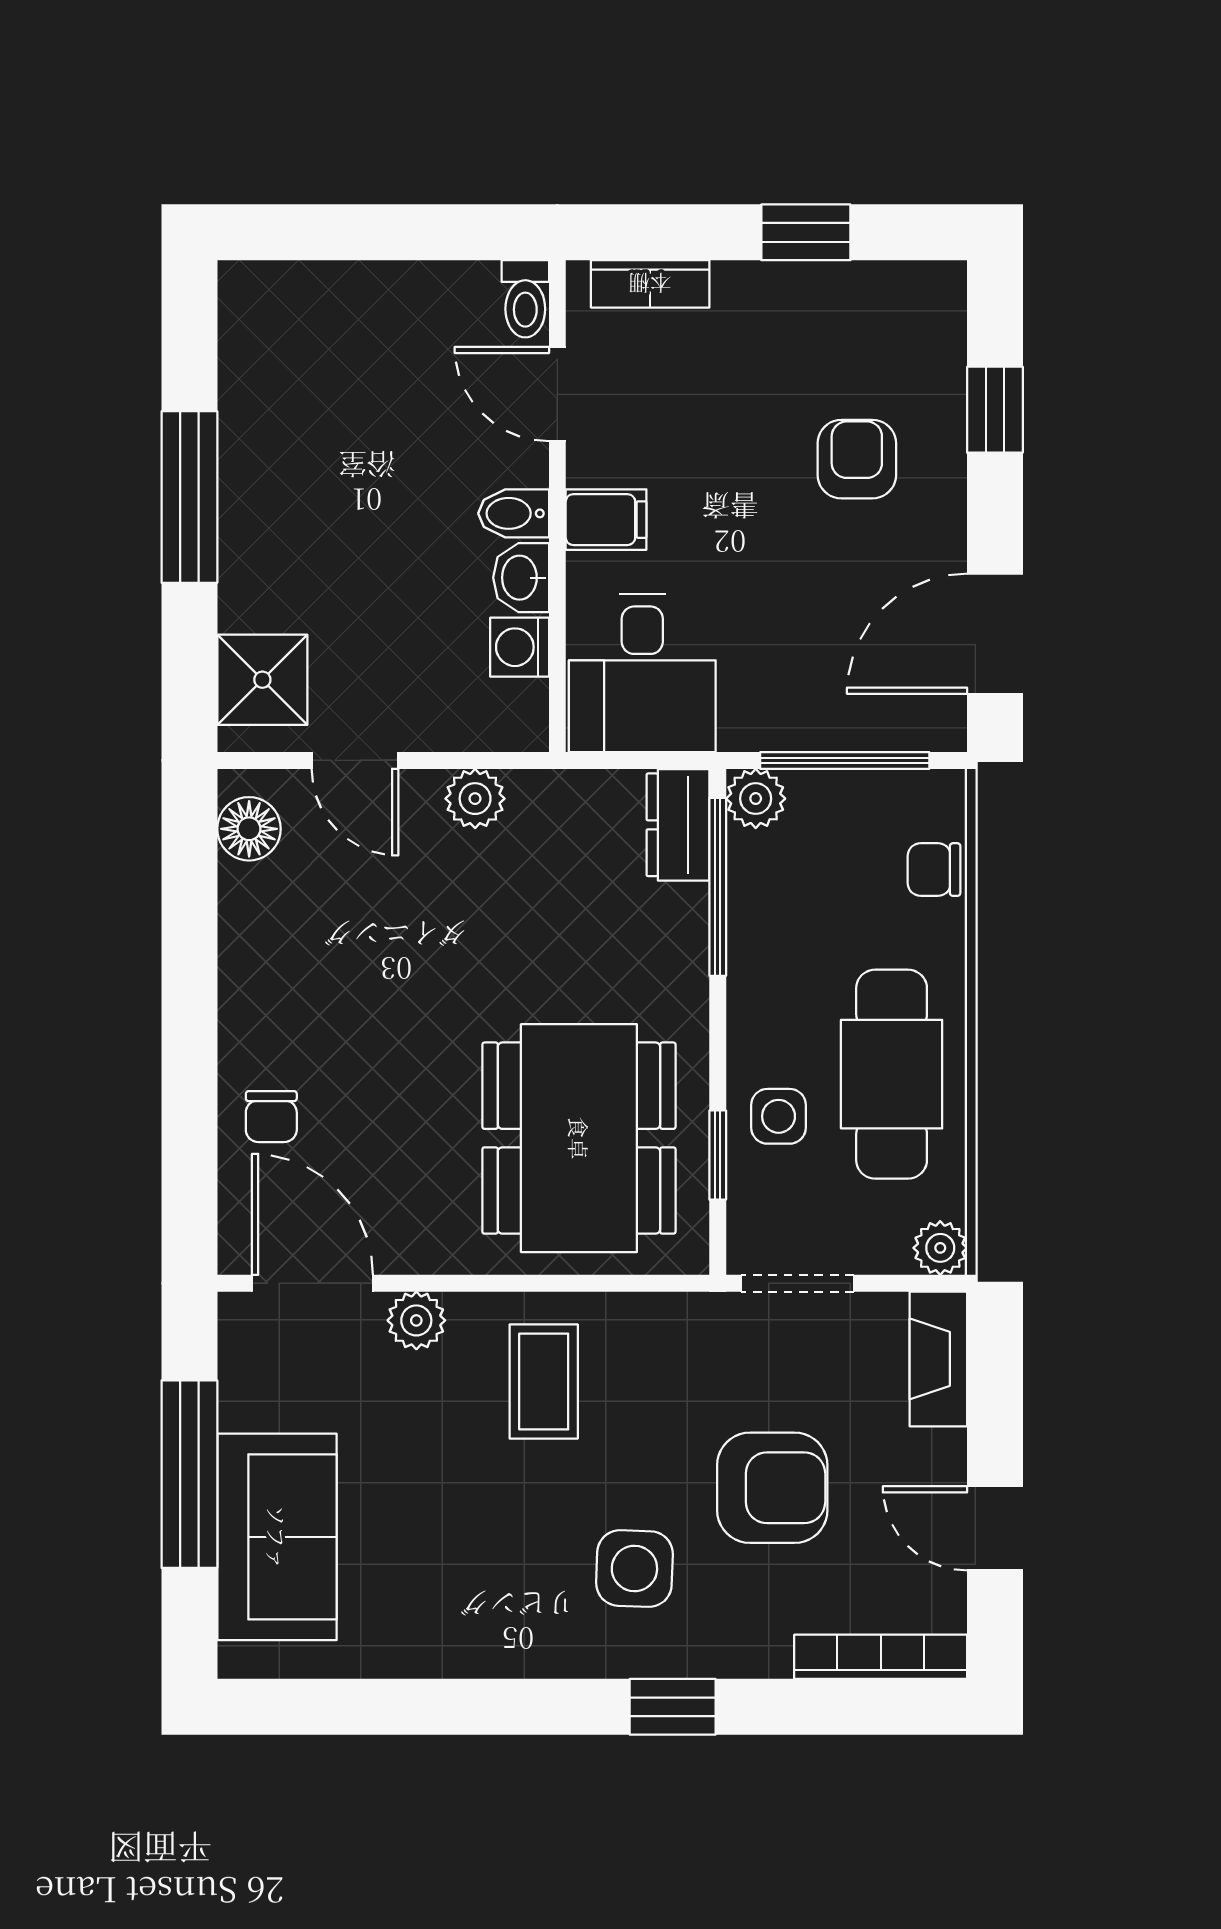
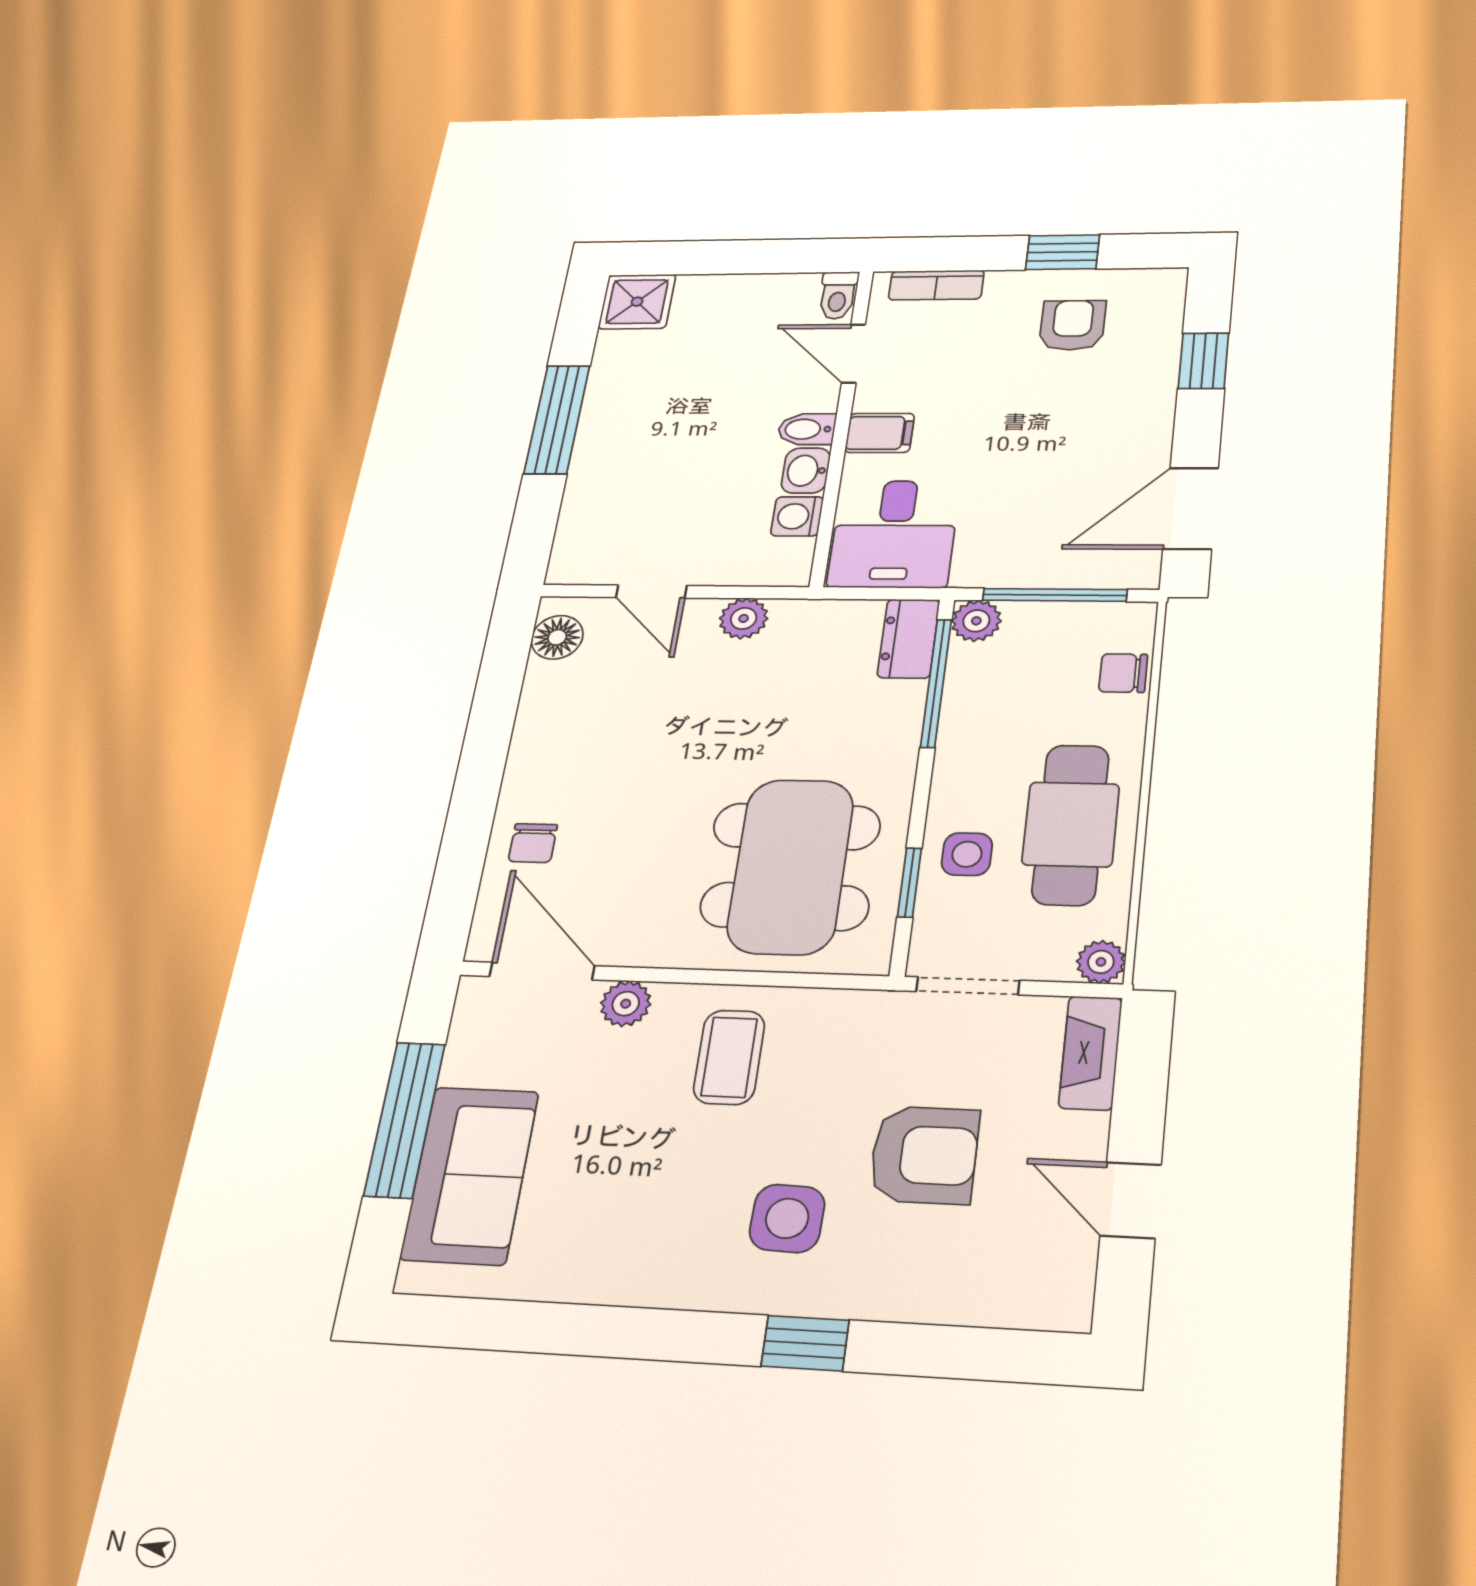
armchair: (857, 459) -> (1072, 325), moved
shower: (262, 680) -> (637, 302), moved
bookcase: (881, 1657) -> (1010, 1309), removed

